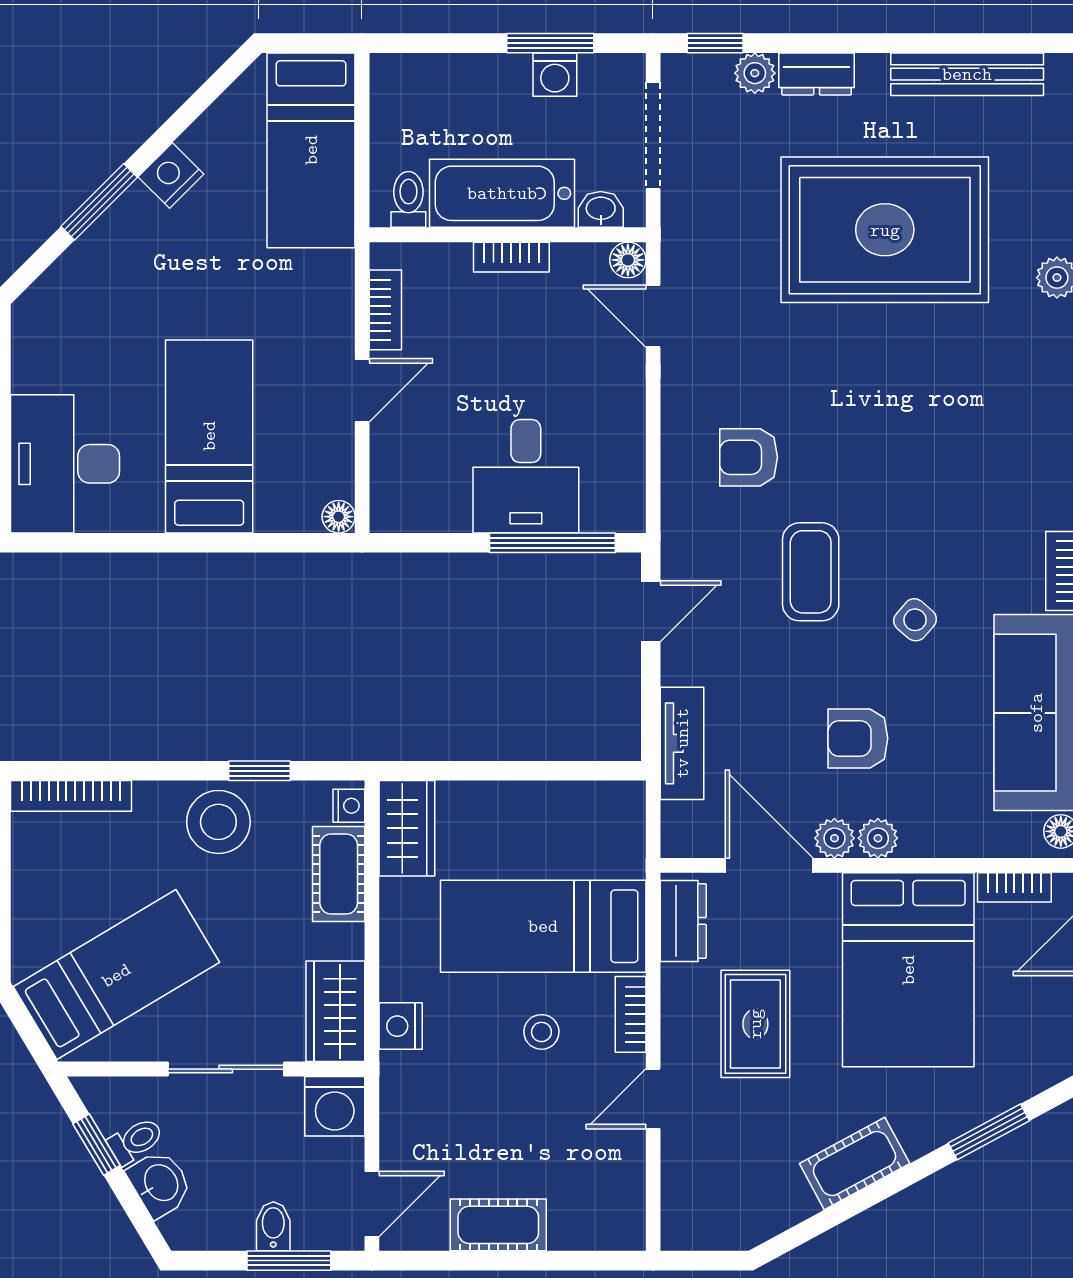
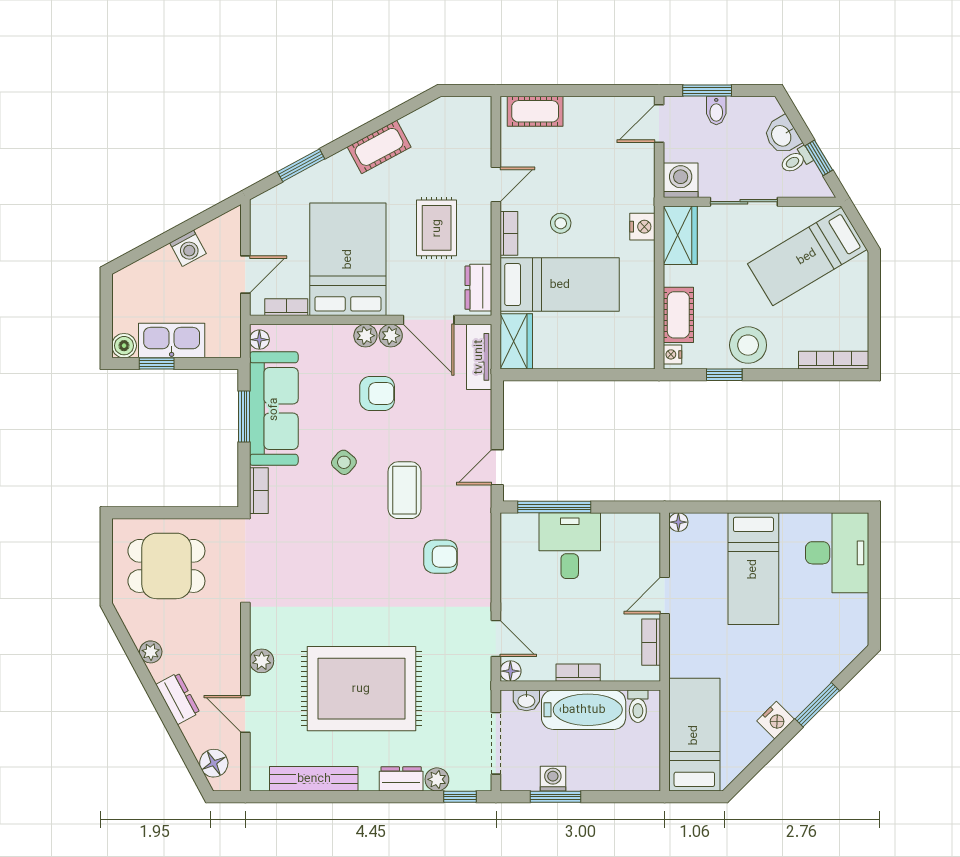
tv unit: (682, 743) -> (479, 357), moved
wardrobe: (407, 828) -> (516, 341), moved, turned 180
cot: (498, 1225) -> (535, 111), moved

